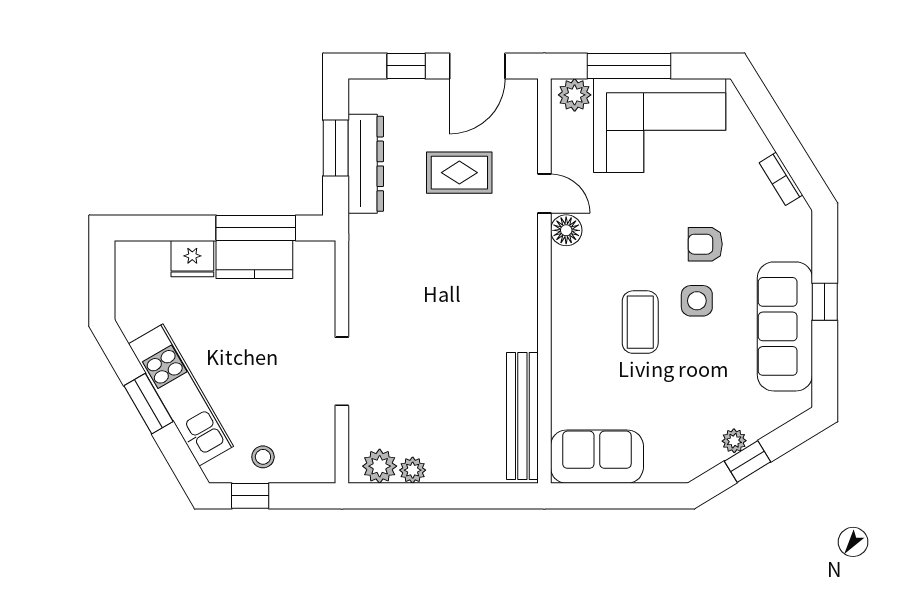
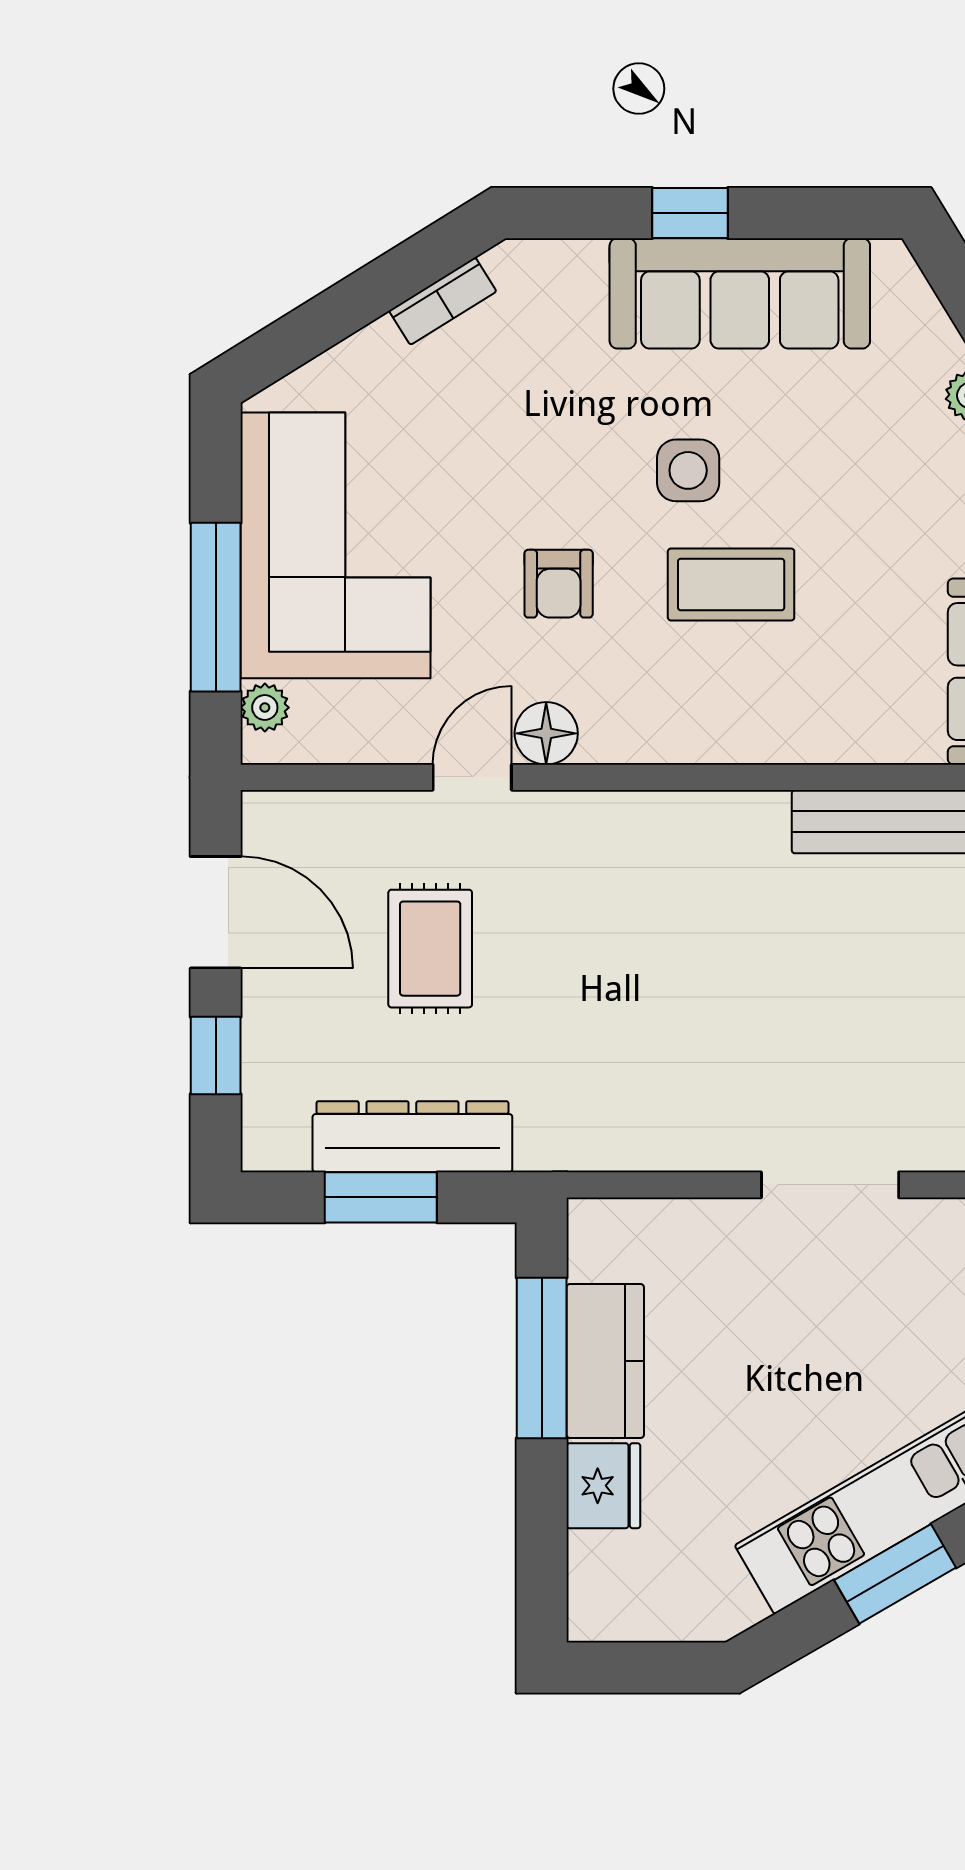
plant: (575, 95) -> (265, 708), width x0.73, depth x0.73
armchair: (705, 244) -> (559, 584), moved

